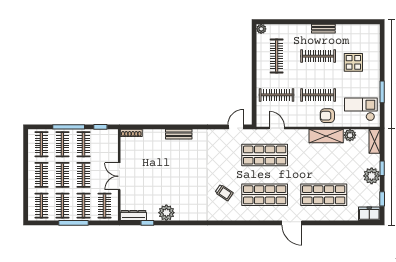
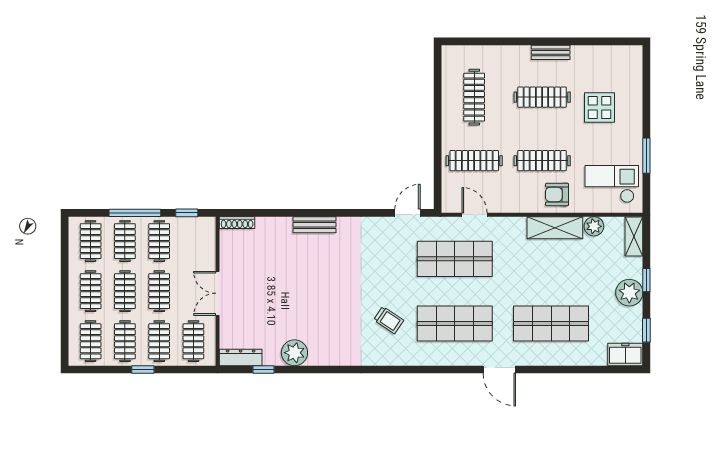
plant: (261, 29) -> (449, 53), removed
window: (74, 223) -> (143, 369), width x0.46

